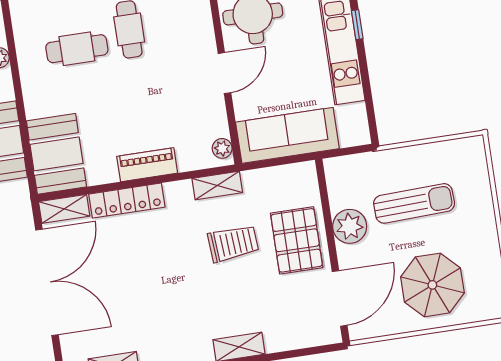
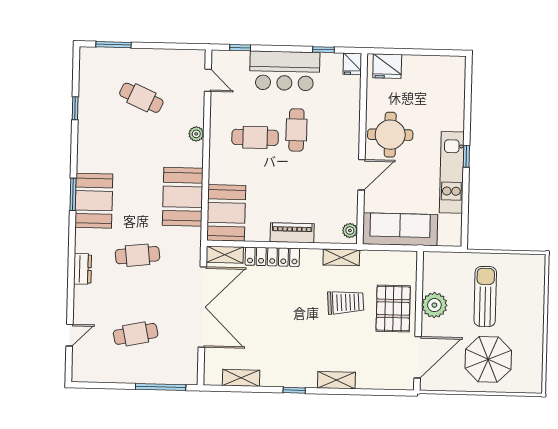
sun lounger: (414, 203) -> (485, 296), turned -88

